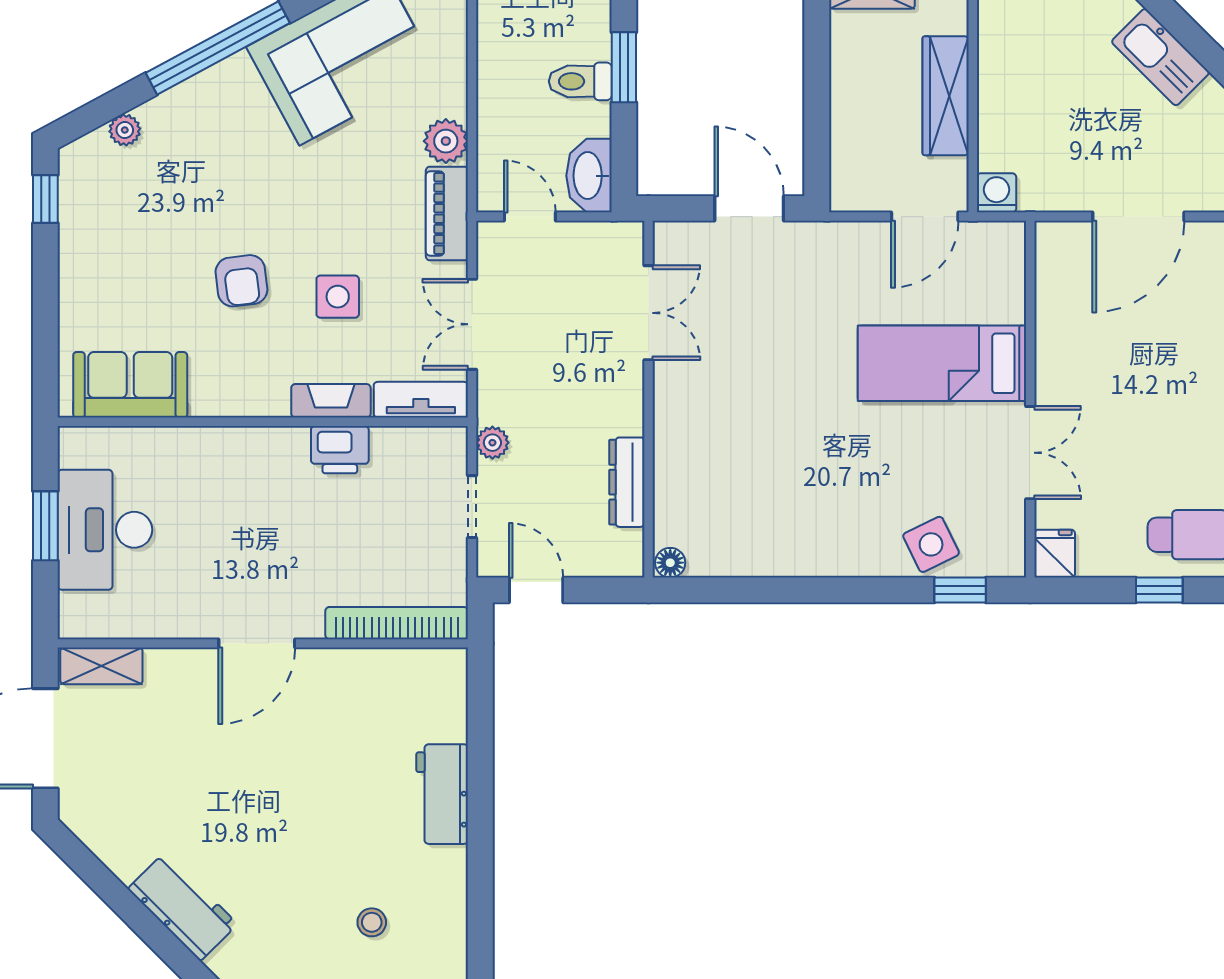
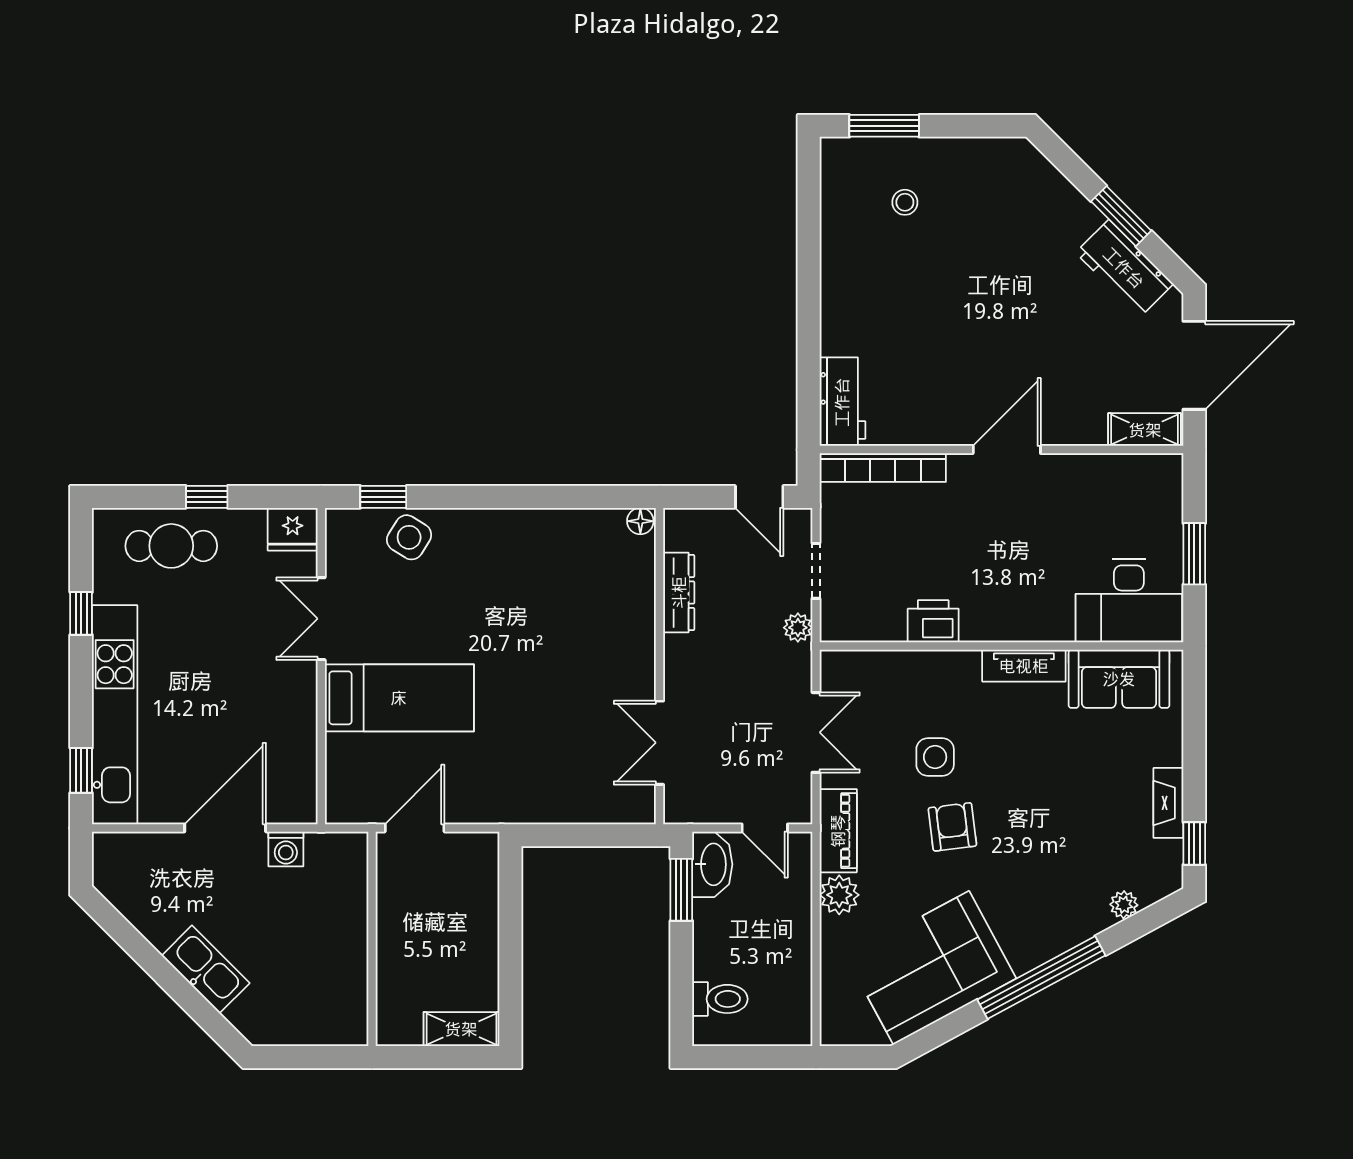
window: (624, 67) -> (681, 890), moved
toilet: (580, 81) -> (720, 999), moved
wardrobe: (946, 96) -> (396, 935), removed
washing machine: (996, 193) -> (286, 849), moved
door: (749, 208) -> (570, 835), removed
armchair: (241, 281) -> (952, 827), moved
tv unit: (421, 400) -> (1024, 666), moved
fireplace: (331, 401) -> (1168, 803), moved, turned 90
desk: (105, 530) -> (1129, 601), moved, turned 90
side table: (931, 544) -> (409, 537), turned -32
fridge: (1055, 554) -> (293, 529), width x1.38
workbench: (442, 794) -> (842, 402), moved
workbench: (183, 906) -> (1124, 268), moved
window: (128, 907) -> (1121, 216), added

